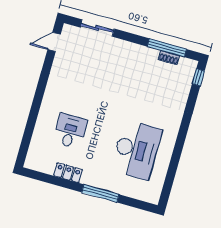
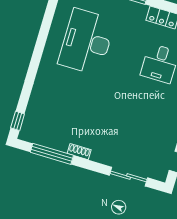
shoe rack: (169, 58) -> (79, 152), moved

